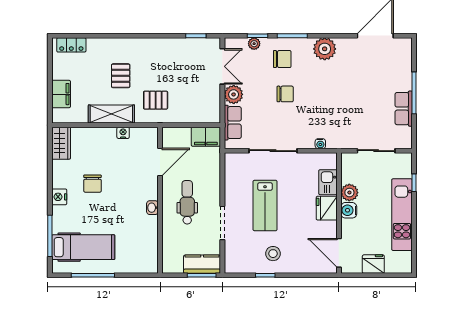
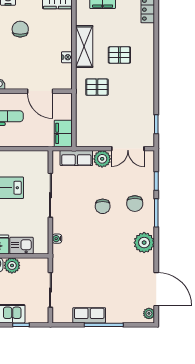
plant: (254, 44) -> (149, 313), moved
pallet: (156, 100) -> (97, 87), turned 90
chair: (92, 184) -> (20, 29), turned 90

